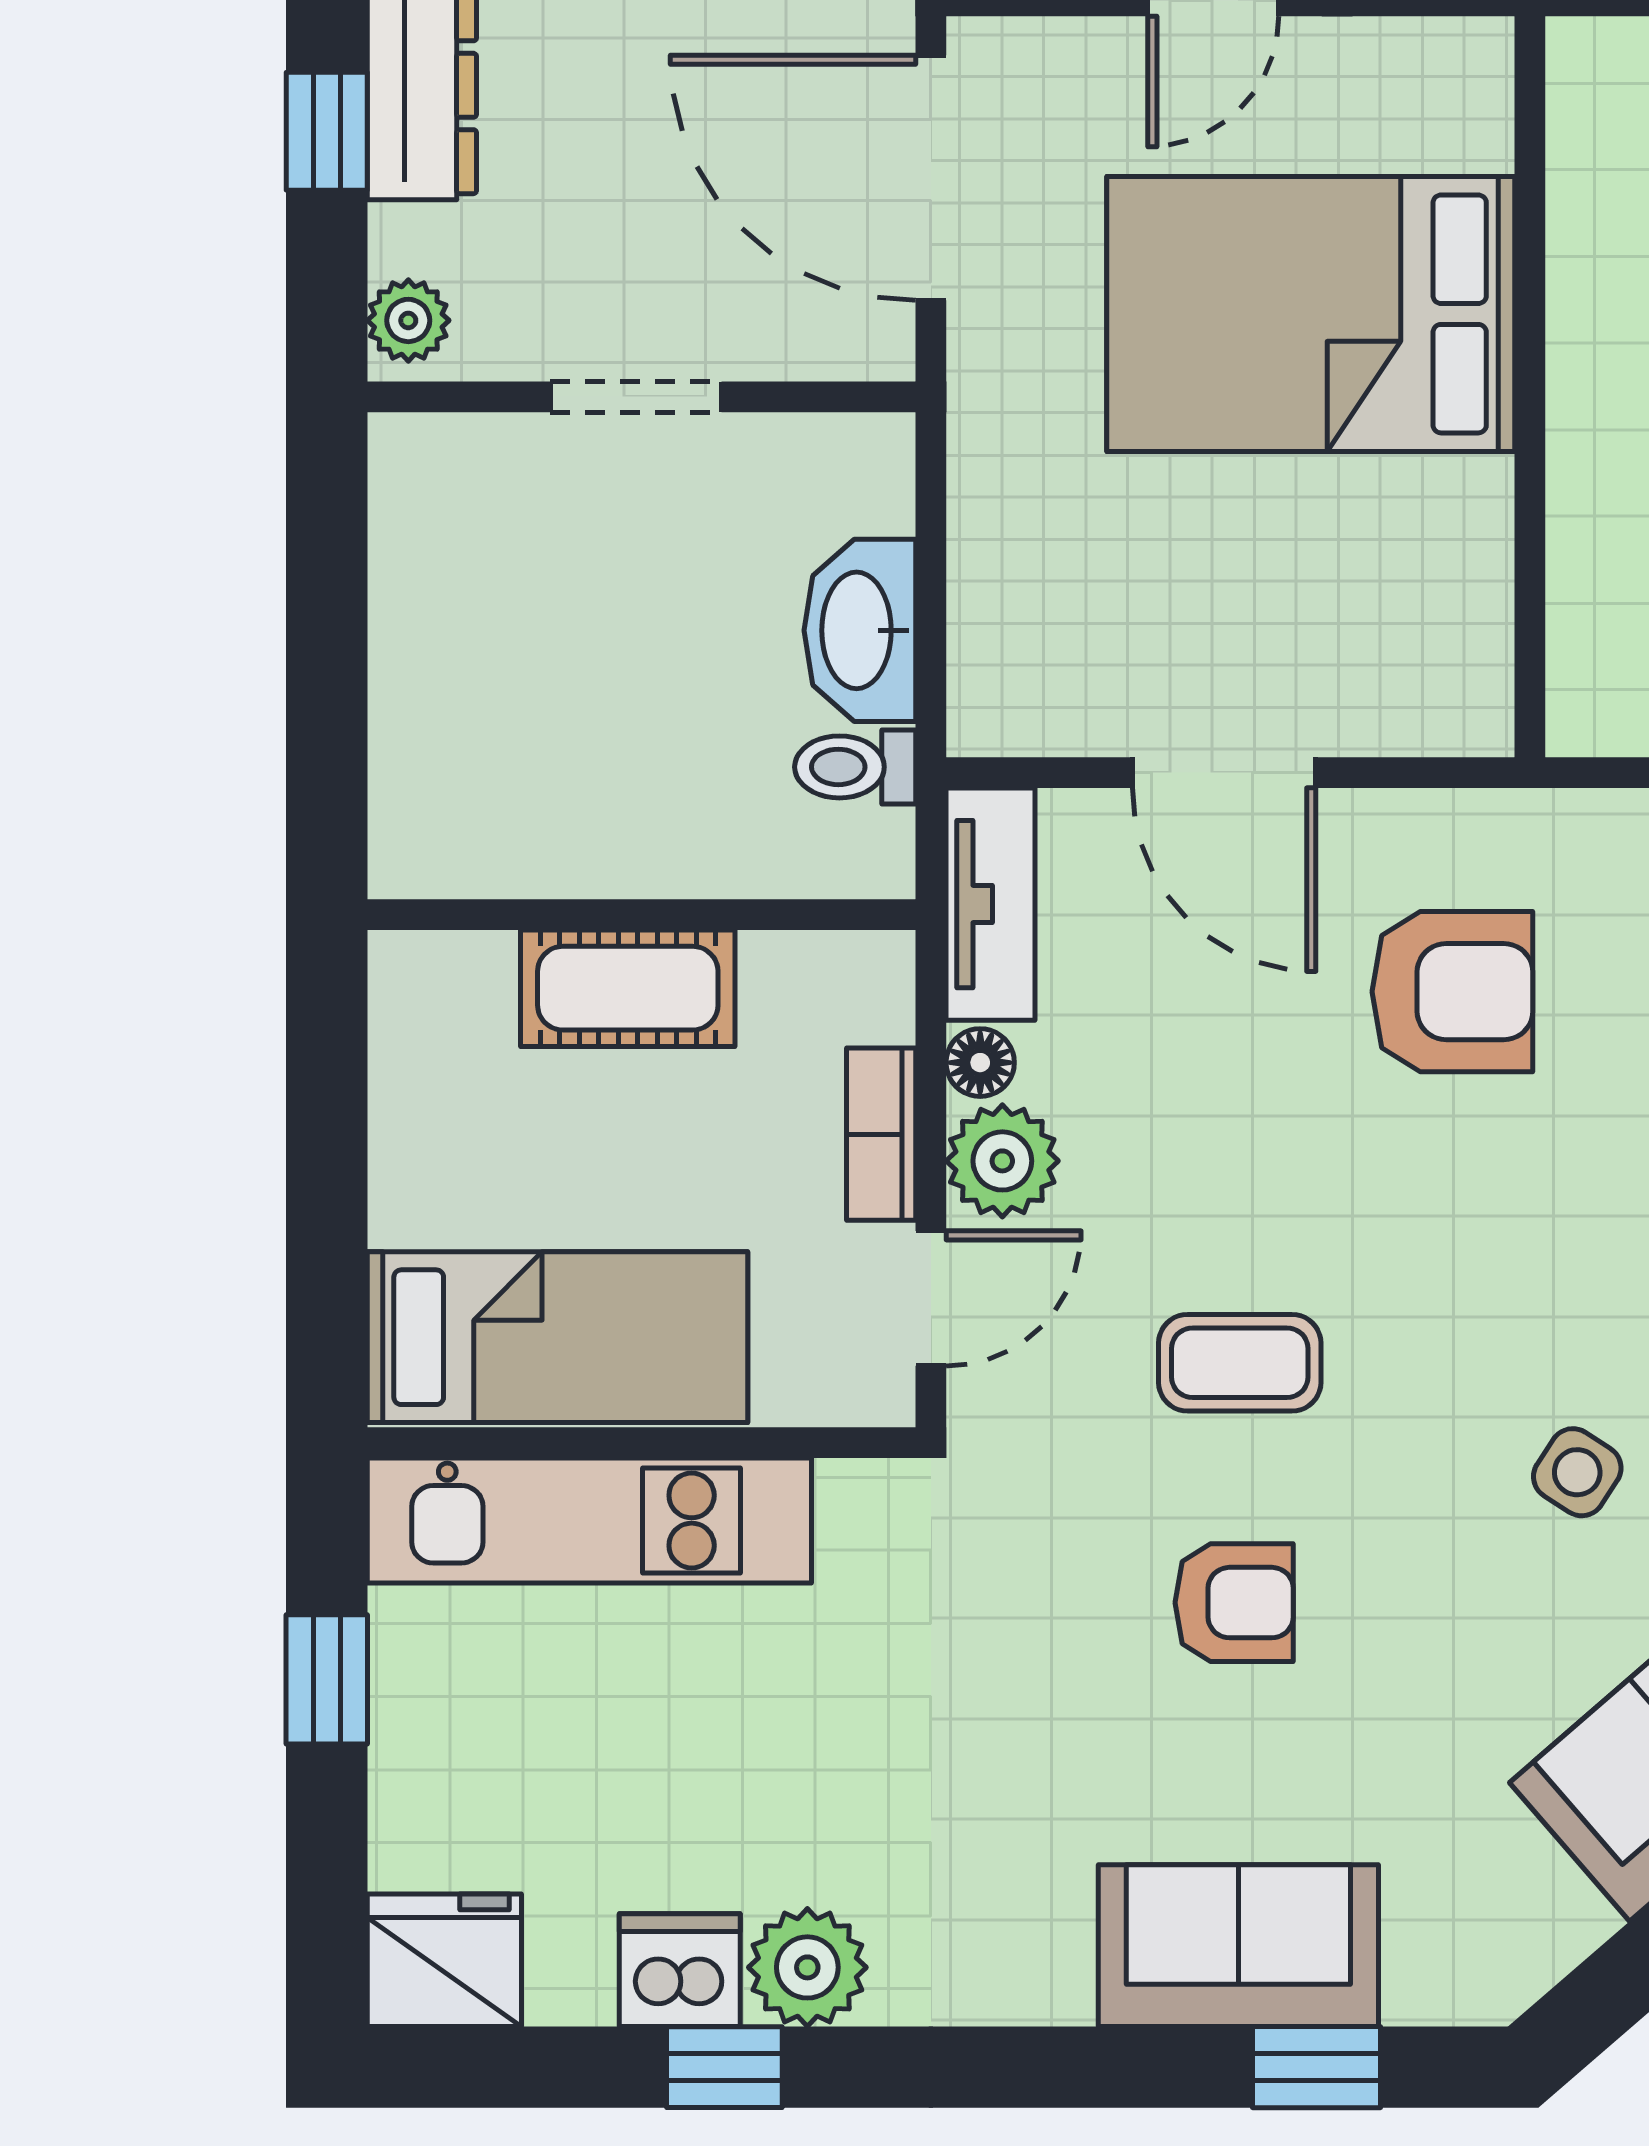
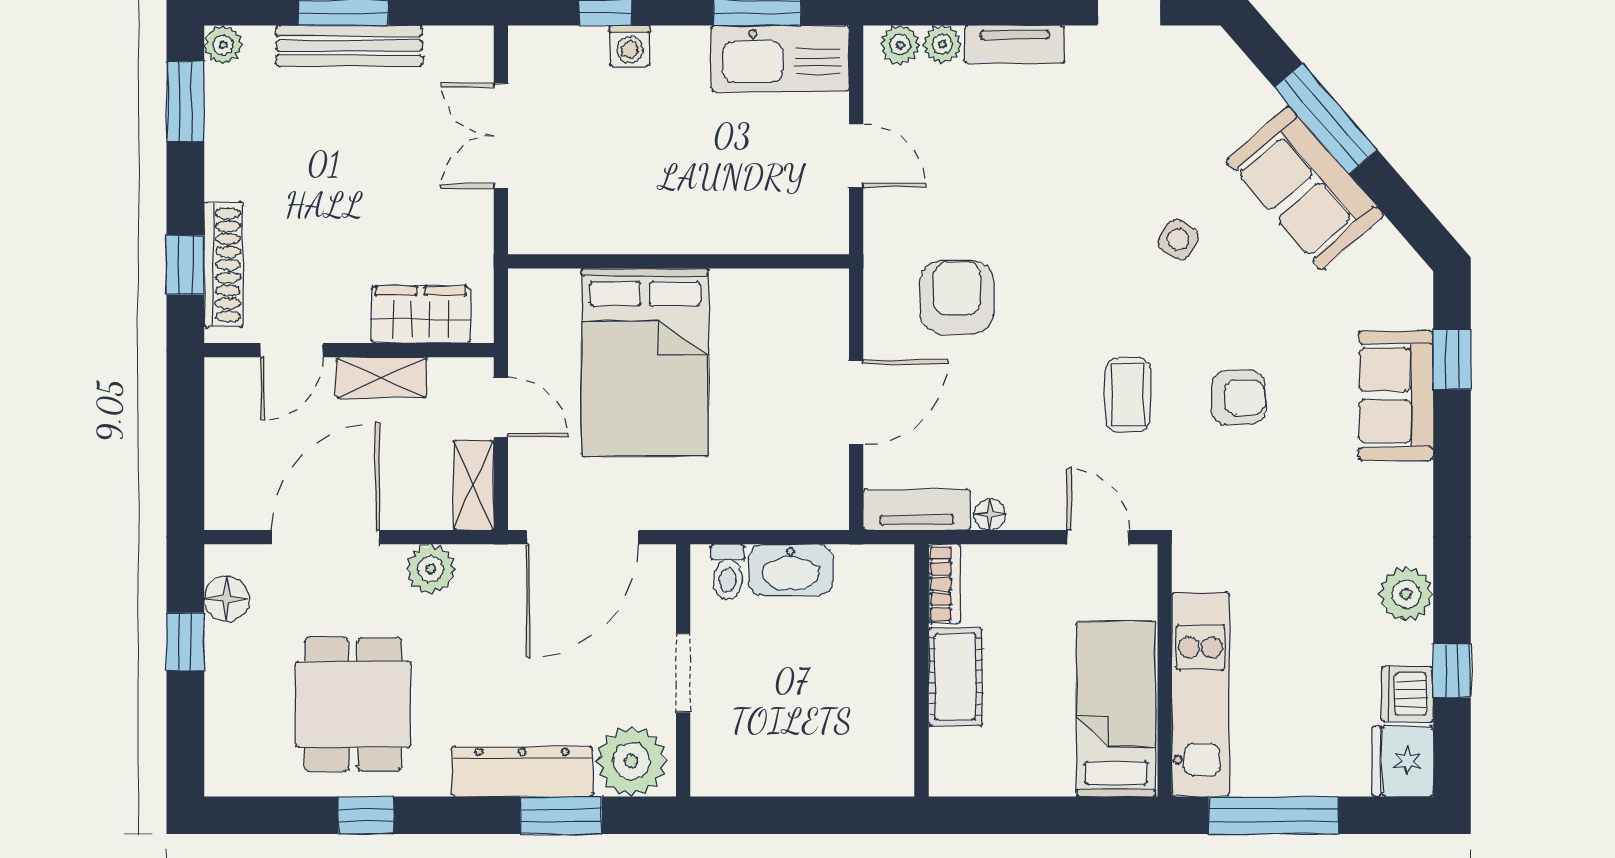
window: (327, 131) -> (561, 815), width x1.50
plant: (408, 320) -> (631, 761), width x1.88, depth x1.88
toilet: (855, 767) -> (728, 572), moved
bookcase: (881, 1134) -> (944, 584), moved, turned -90
plant: (1002, 1161) -> (1035, 504), removed
armchair: (1234, 1603) -> (1238, 398), turned 90
window: (327, 1679) -> (1274, 815), width x2.17
dishwasher: (680, 1970) -> (1407, 694), moved
window: (724, 2067) -> (1452, 671), moved

